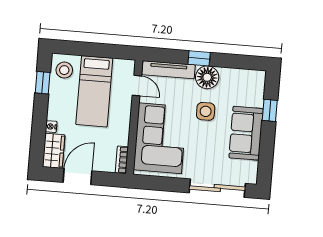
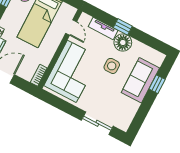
tv unit: (169, 70) -> (103, 28), width x0.71
sofa: (246, 133) -> (140, 80), moved
sliding door: (217, 188) -> (97, 123), width x0.73

